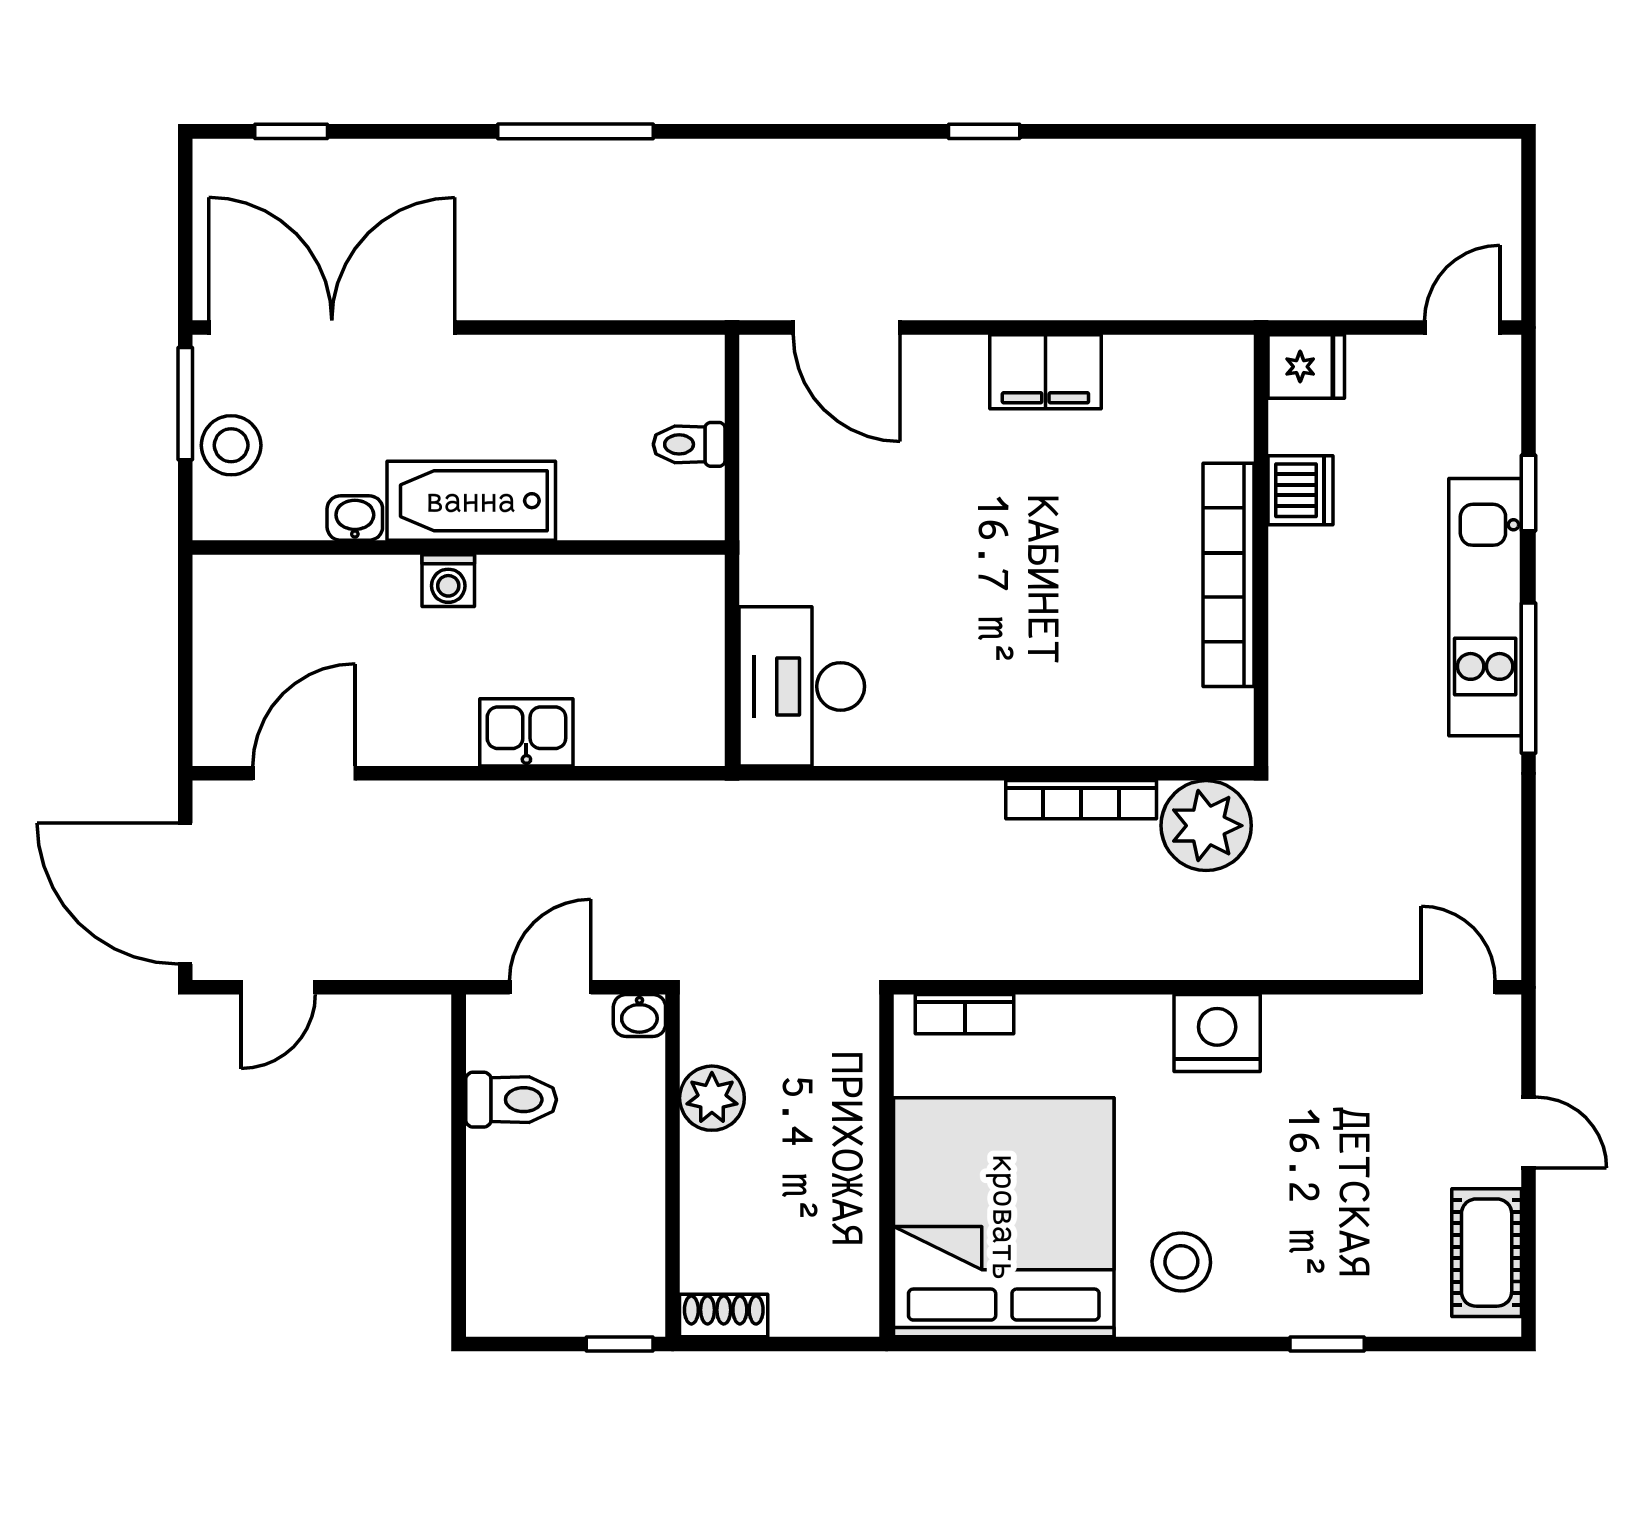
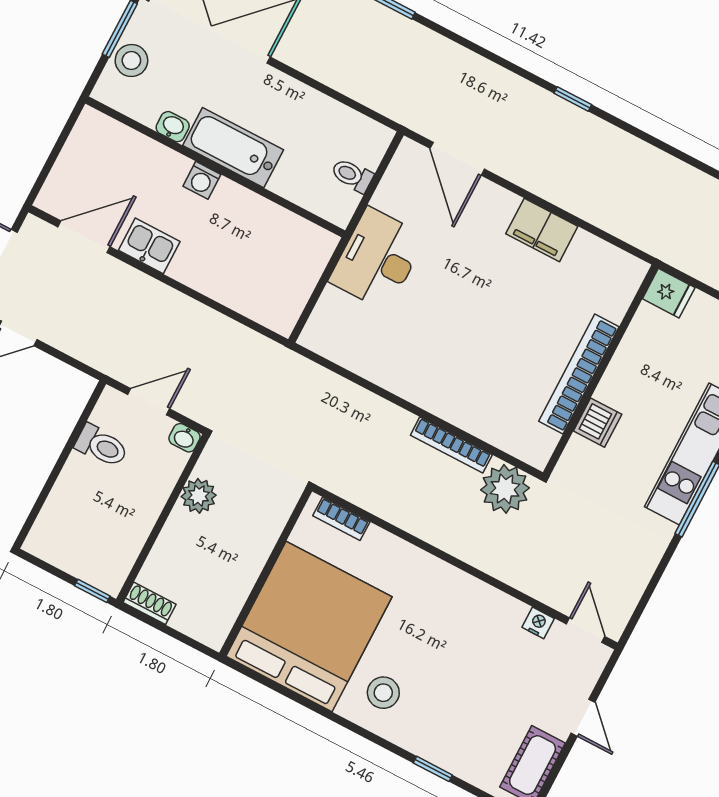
dishwasher: (1301, 490) -> (598, 423), moved
desk: (802, 686) -> (377, 259), moved
kitchen sink: (526, 732) -> (149, 246), moved
nightstand: (1217, 1033) -> (538, 623), moved, width x0.53, depth x0.56

